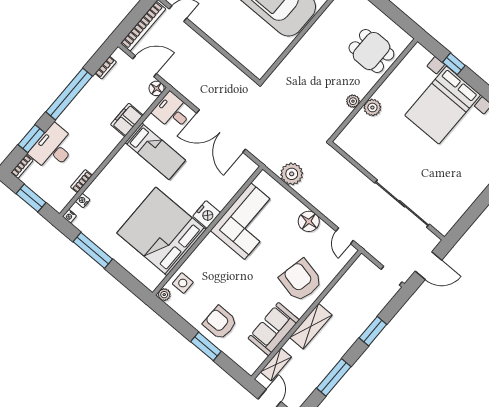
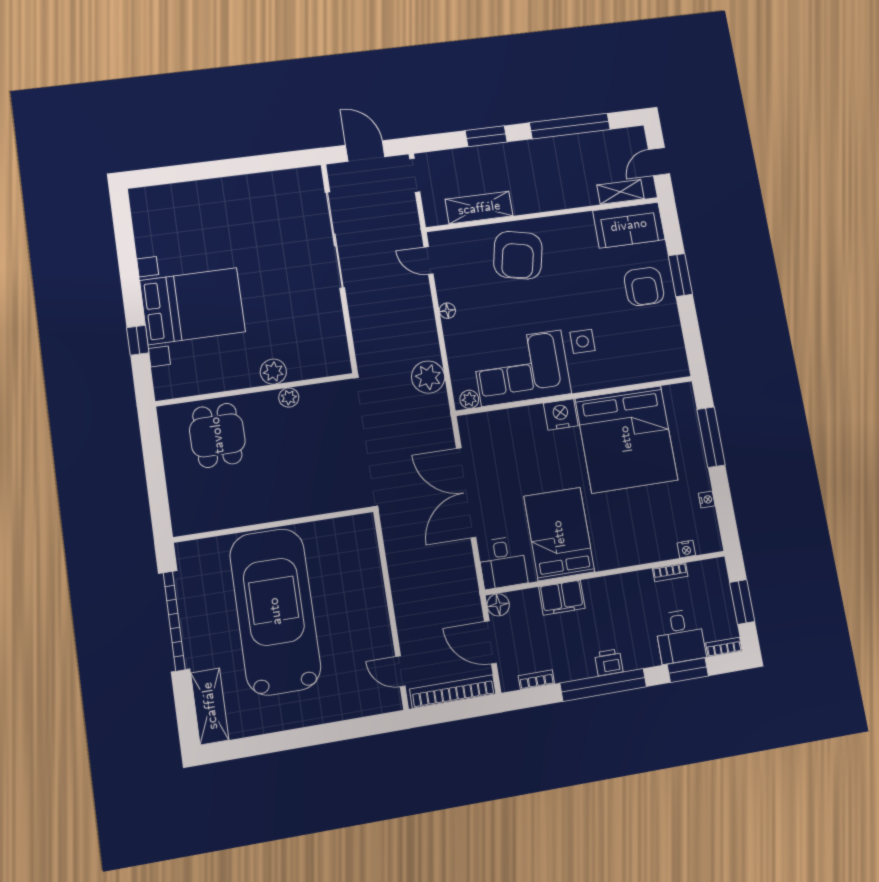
printer: (76, 108) -> (609, 662), added
double door: (221, 131) -> (466, 493), swing flipped
desk: (53, 148) -> (680, 636), width x0.73
bed: (155, 151) -> (559, 534), width x1.50
nightstand: (69, 216) -> (707, 499), moved
floor lamp: (309, 221) -> (447, 311), width x0.53, depth x0.53
door: (345, 236) -> (429, 261), swing flipped
window: (93, 250) -> (711, 437), moved
side table: (183, 283) -> (583, 341), moved
plant: (164, 295) -> (469, 399), moved
shelving: (311, 326) -> (479, 208), moved
sofa: (274, 329) -> (629, 225), moved
window: (334, 377) -> (570, 126), width x1.46

